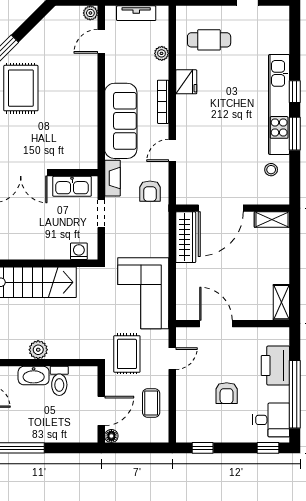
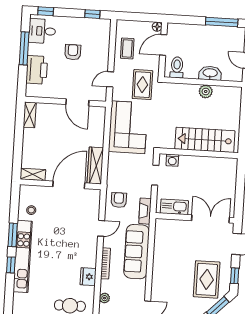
doorway: (101, 214) -> (155, 175), moved
toilet: (59, 381) -> (177, 67), moved
window: (295, 394) -> (24, 48), width x0.68

